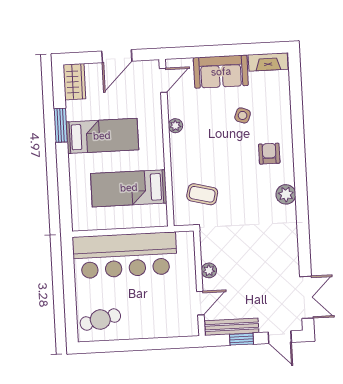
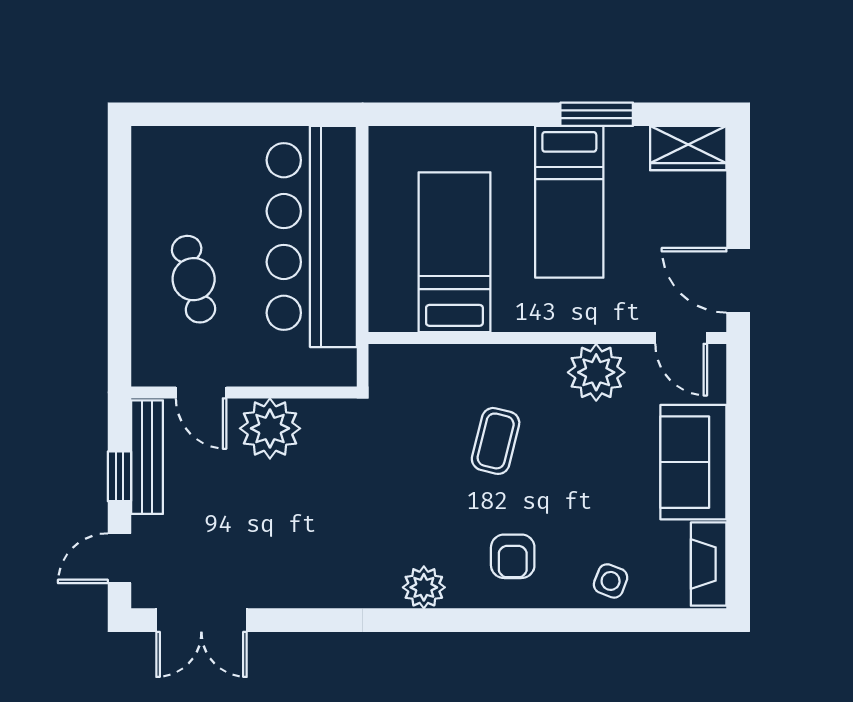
door: (117, 56) -> (738, 280), moved
side table: (243, 115) -> (611, 581), moved
plant: (175, 126) -> (596, 372), width x1.88, depth x1.88
armchair: (269, 154) -> (513, 556), turned 90
coffee table: (202, 194) -> (496, 441), moved
plant: (209, 270) -> (270, 428), width x1.88, depth x1.88
cafe table: (100, 320) -> (194, 279), moved

